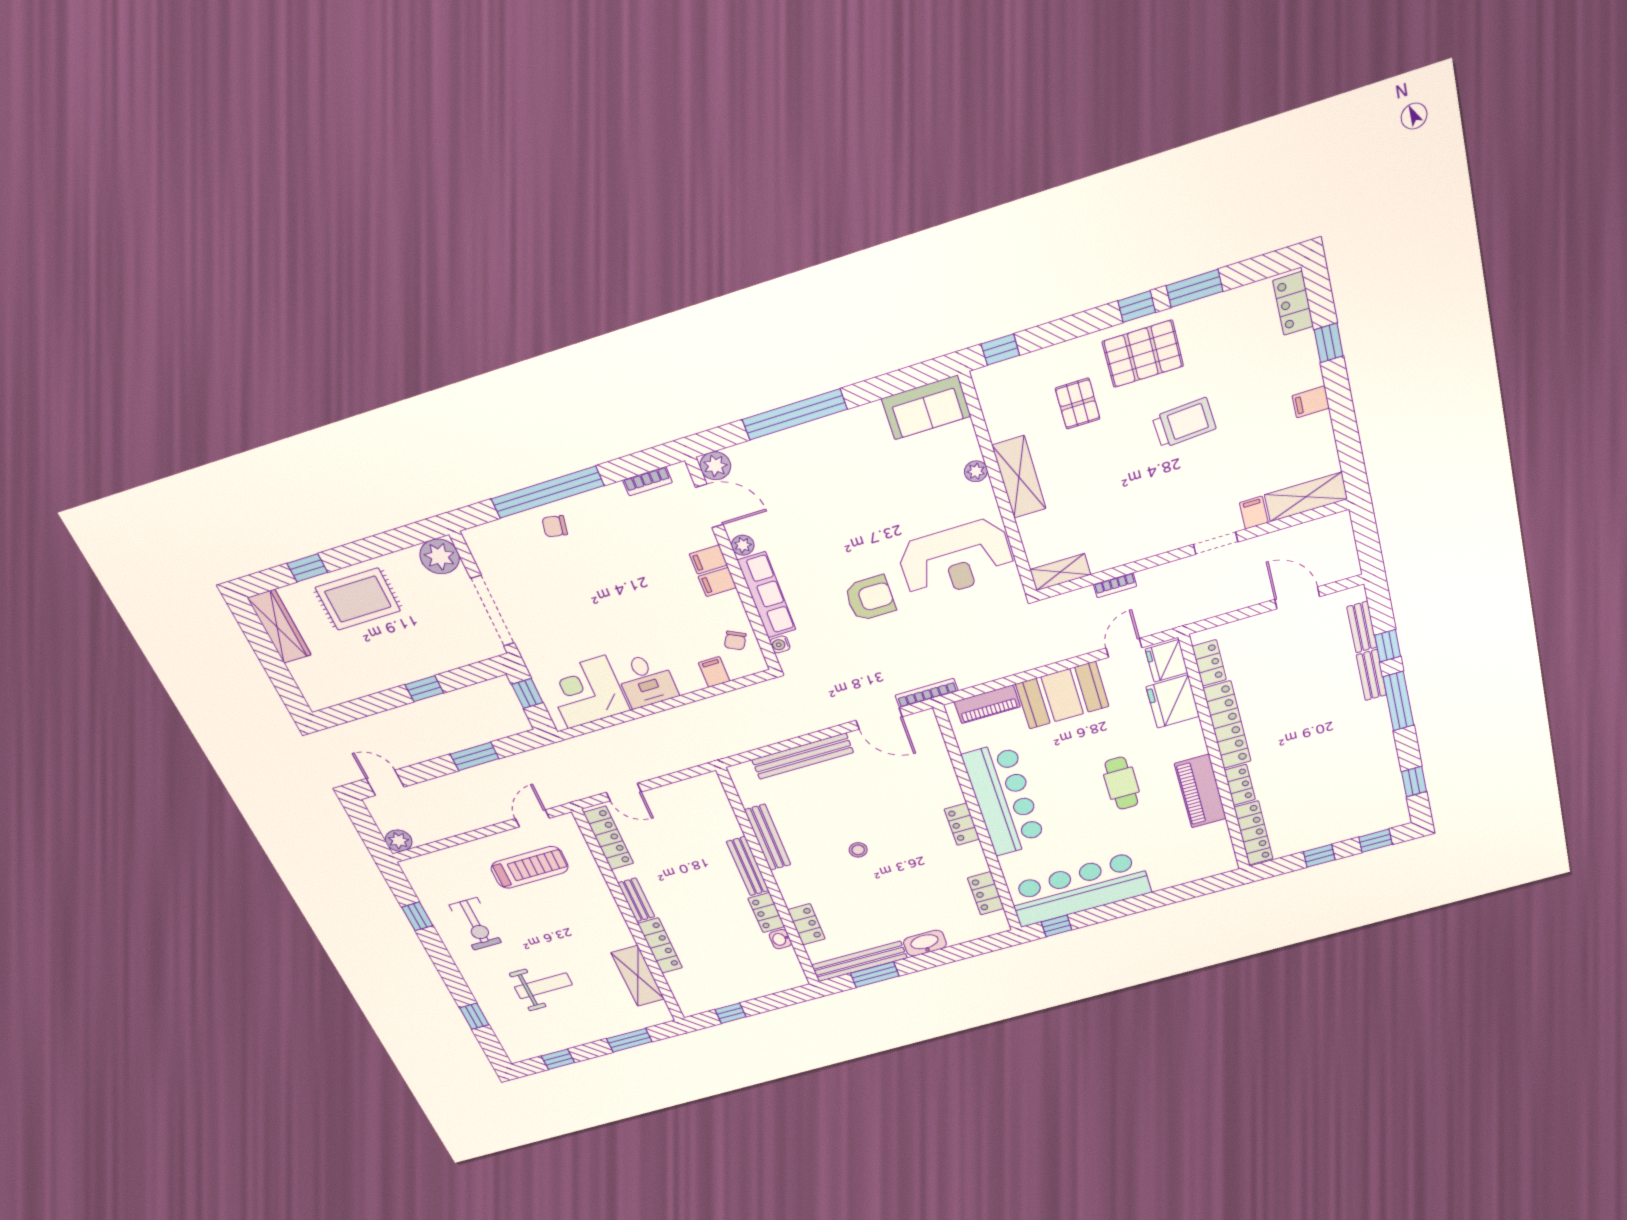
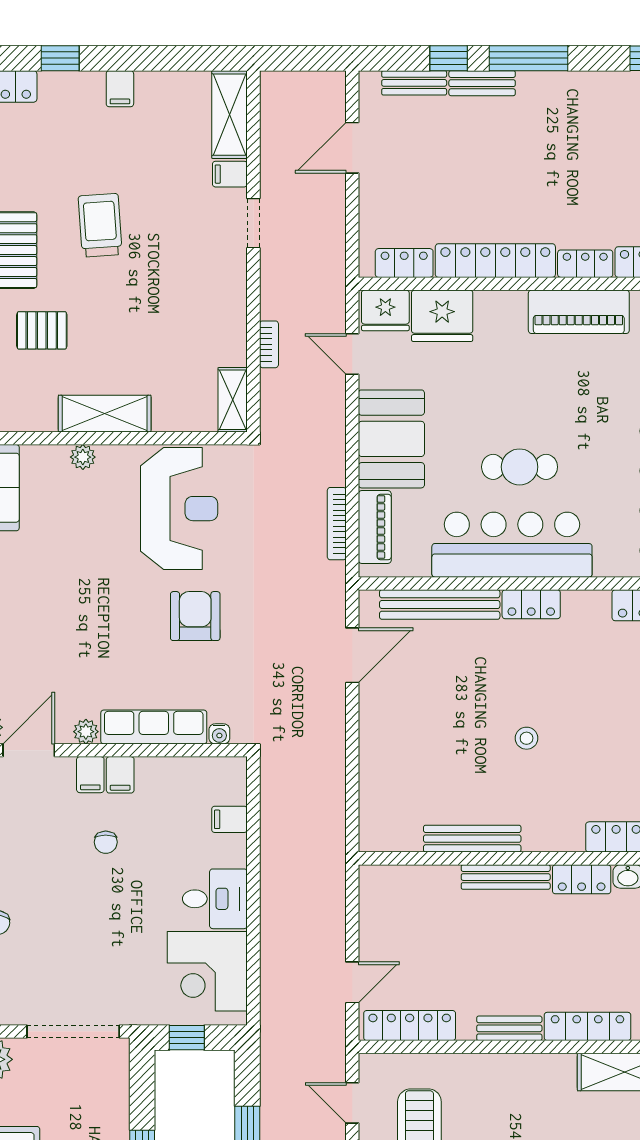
chair: (735, 641) -> (106, 842), moved, turned 62
bookcase: (927, 693) -> (337, 524), moved
bench: (803, 756) -> (440, 605), moved, turned 90
cafe table: (1121, 783) -> (520, 467), moved

